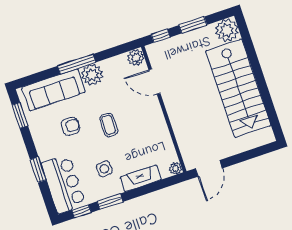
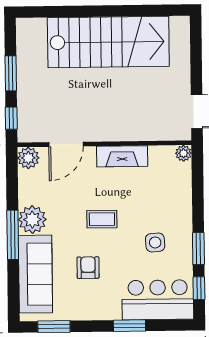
plant: (227, 30) -> (31, 33), removed
fireplace: (141, 178) -> (122, 156), moved, turned -90

